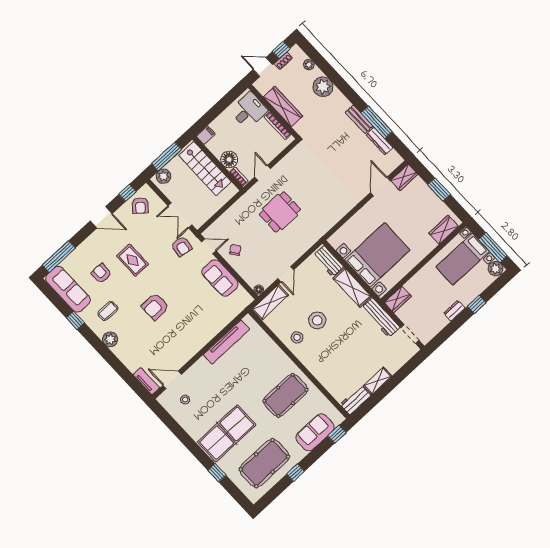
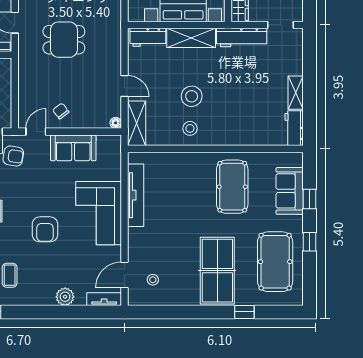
dining table: (280, 212) -> (64, 40), turned 90
corner sofa: (195, 330) -> (99, 213), added
plant: (110, 339) -> (65, 297), moved
window: (337, 434) -> (309, 199), moved

